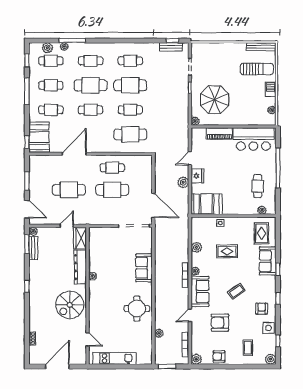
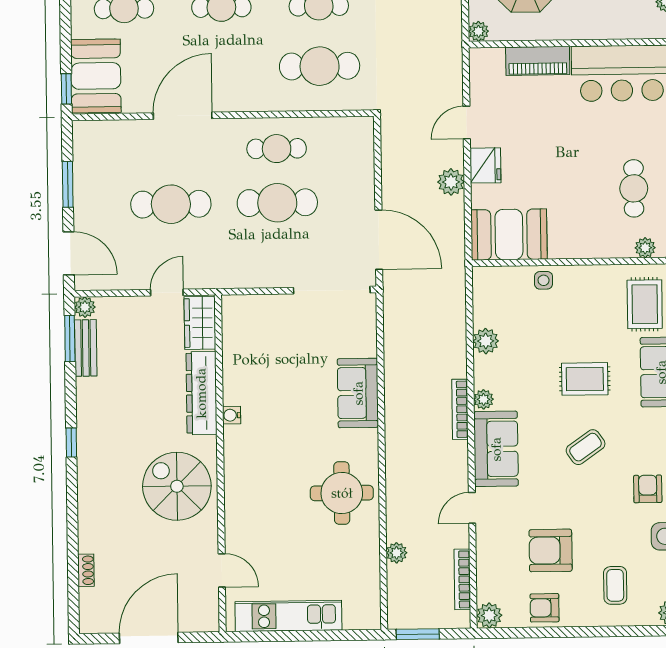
rug: (227, 251) -> (585, 379), moved
spiral stairs: (70, 305) -> (177, 486), turned 90
armchair: (220, 323) -> (551, 550), moved

